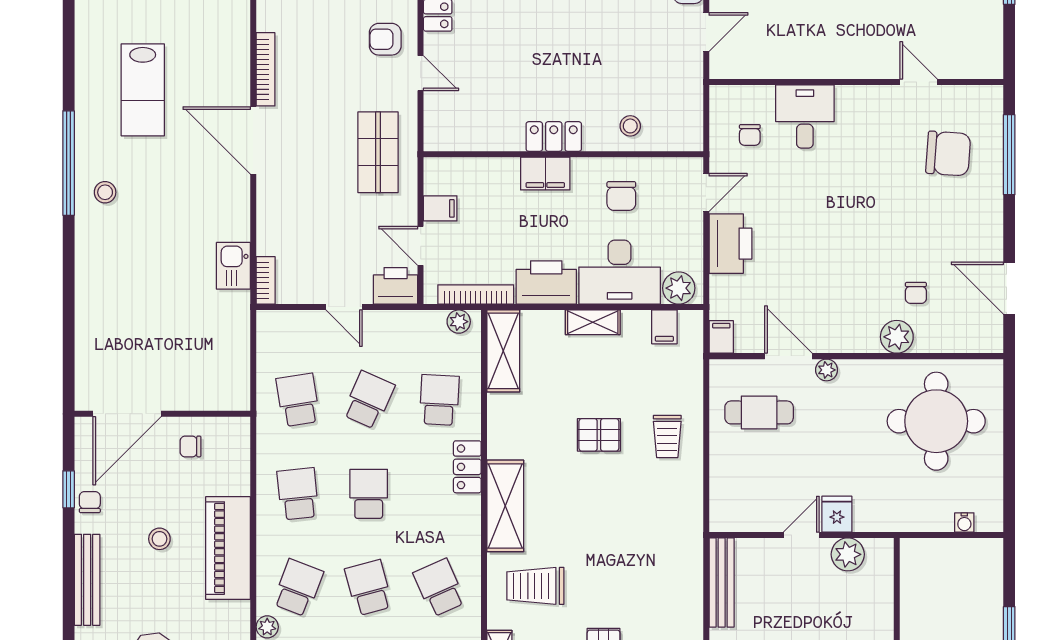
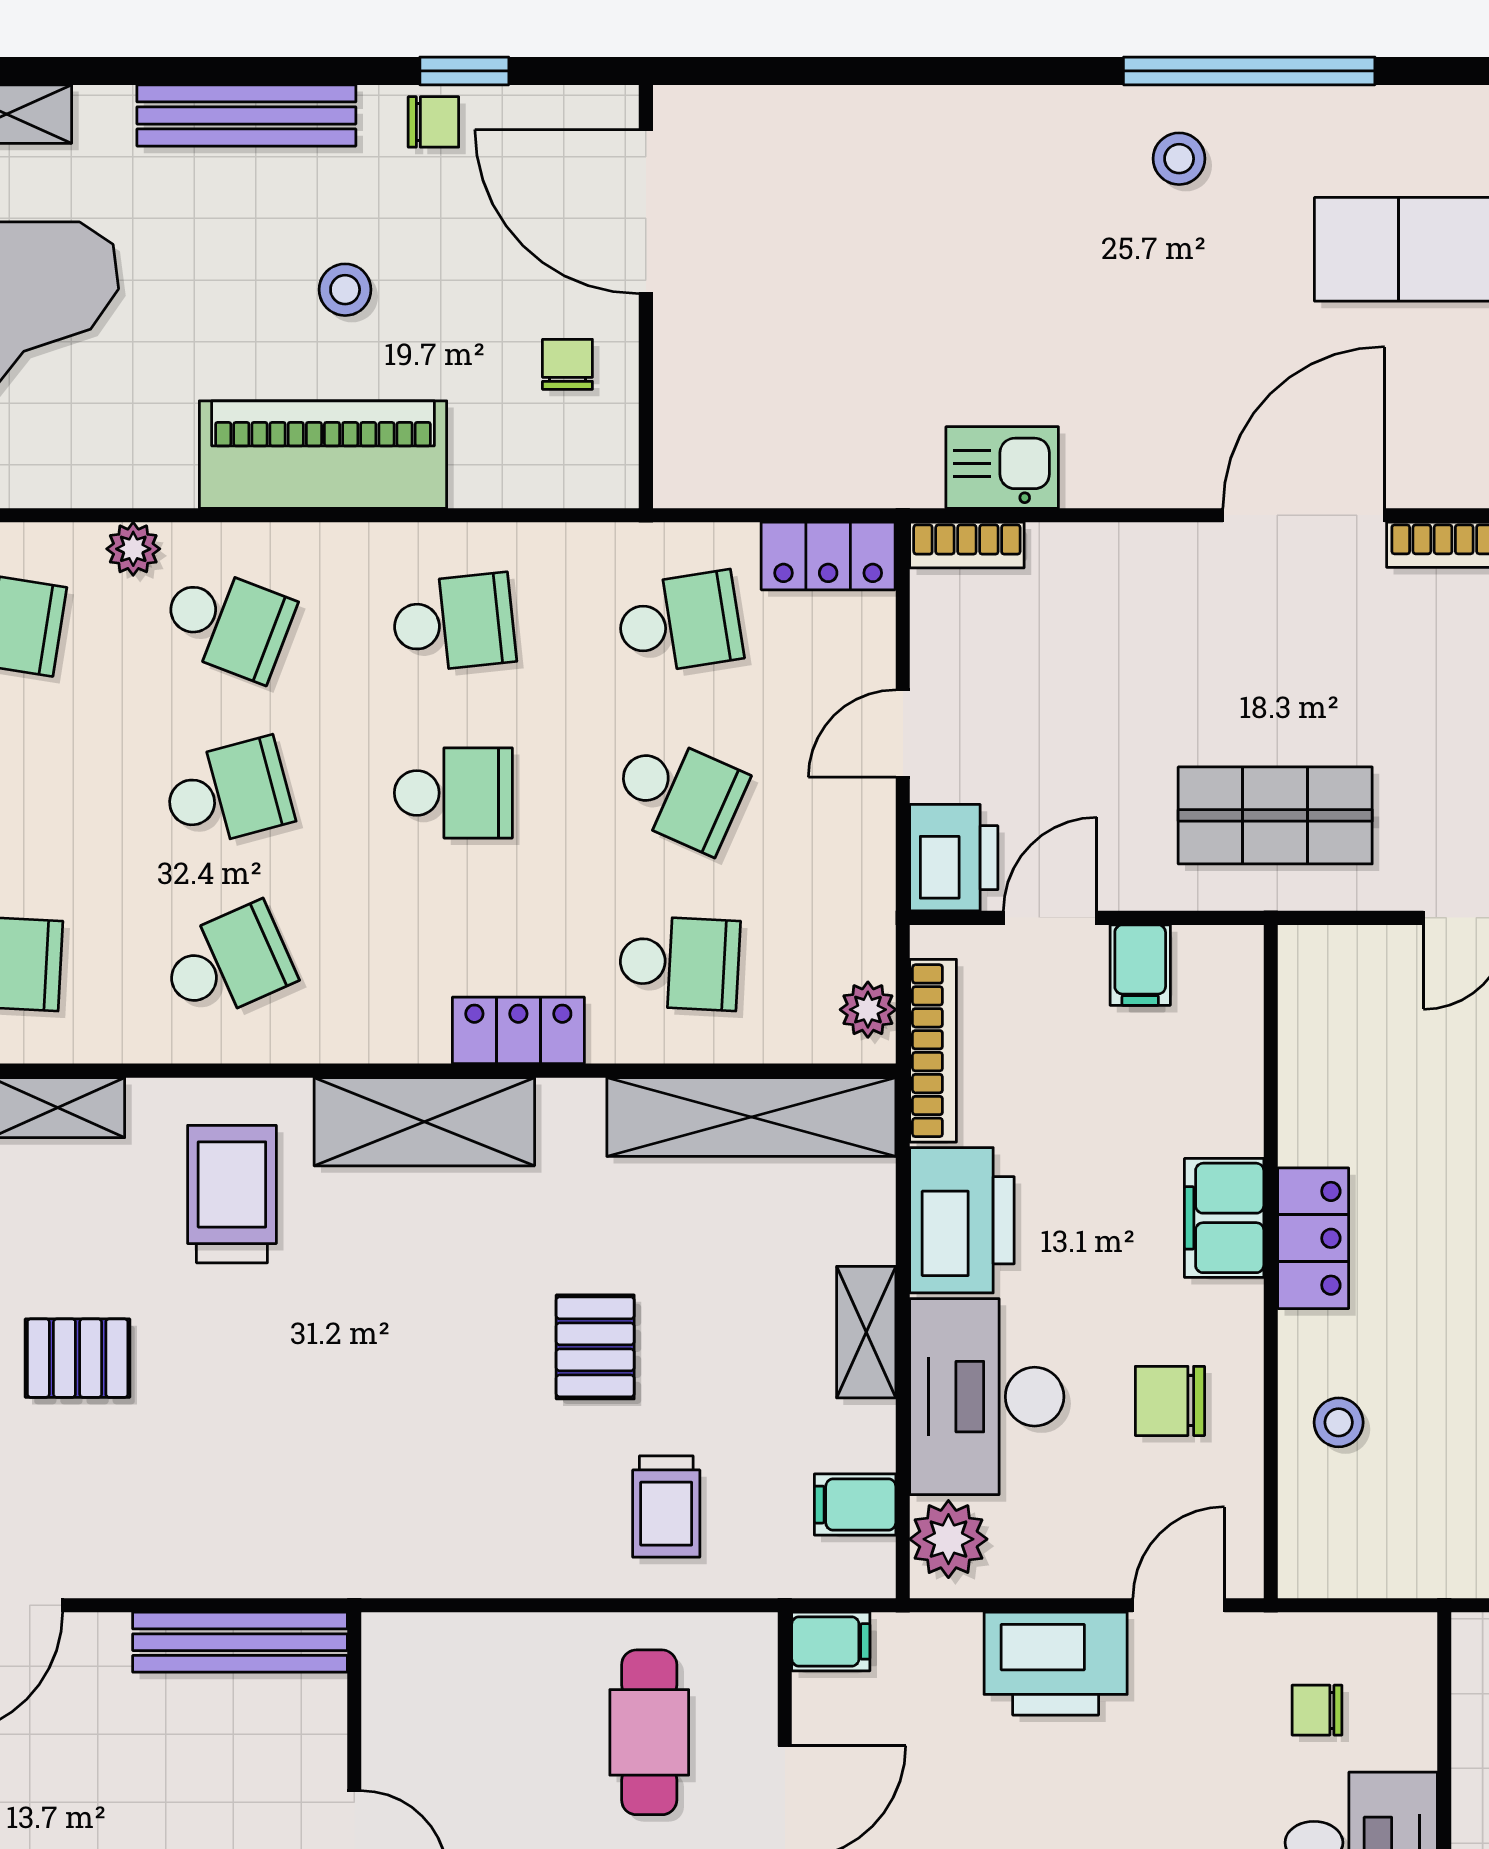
door: (706, 192) -> (1179, 1605), swing flipped
locker: (270, 338) -> (828, 556), added
shelving: (503, 351) -> (751, 1117), width x1.47
trolley: (667, 437) -> (666, 1506), moved, turned -90

